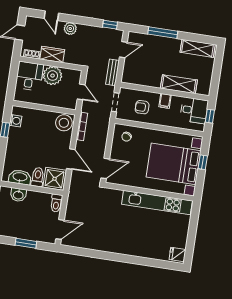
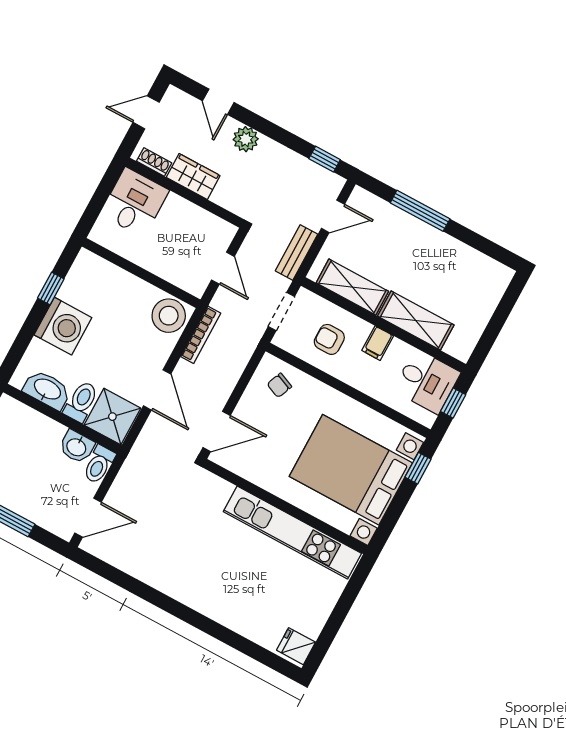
shelving: (198, 48) -> (352, 287), moved
plant: (53, 76) -> (179, 217), removed
washing machine: (15, 121) -> (63, 326), moved, width x1.89, depth x1.89
window: (203, 162) -> (418, 468), moved
washbasin: (18, 195) -> (77, 447), moved

